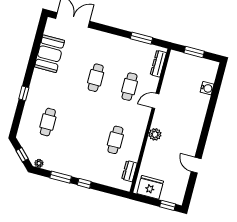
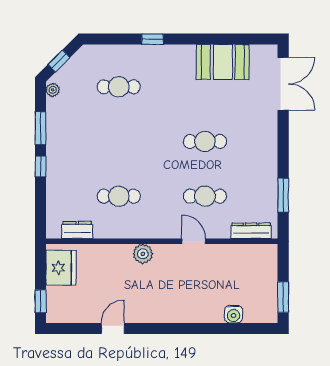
window: (194, 52) -> (283, 297), moved

